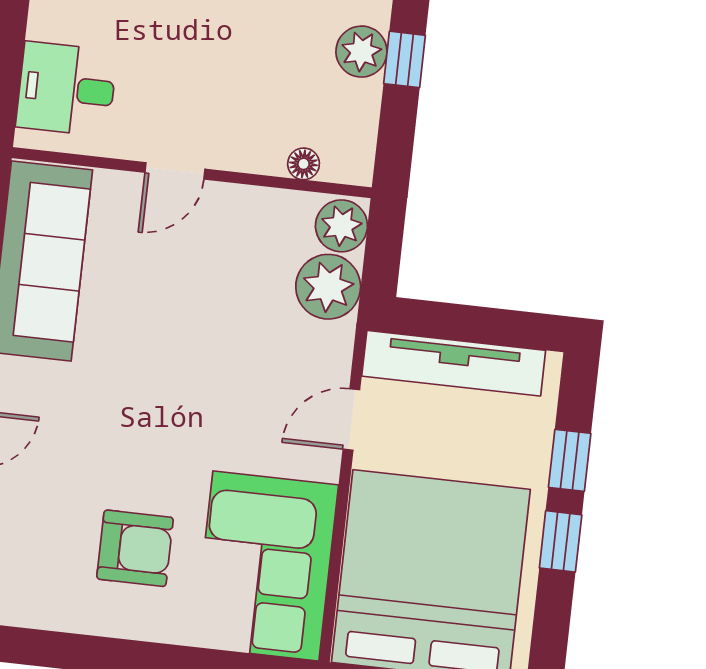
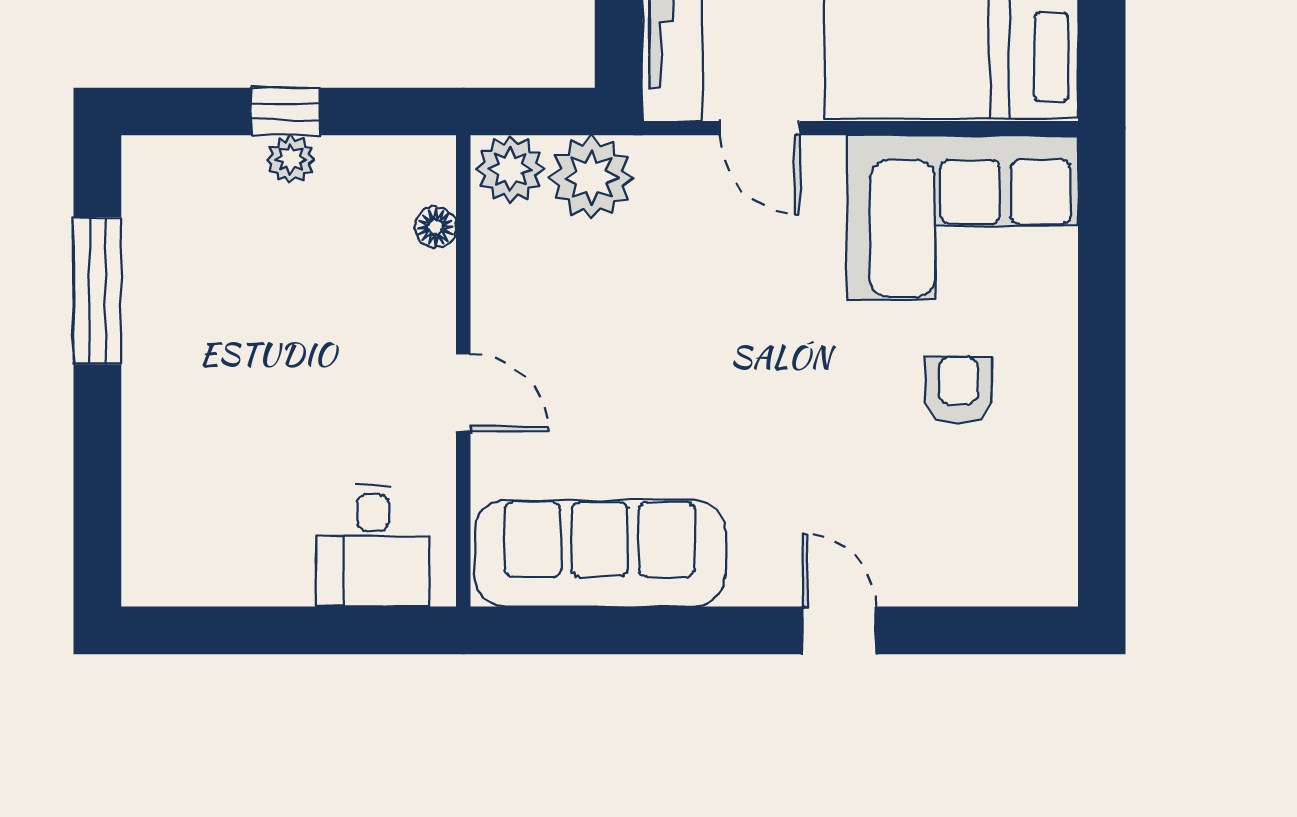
plant: (361, 52) -> (291, 159), width x0.73, depth x0.73
armchair: (135, 548) -> (959, 390), width x0.72, depth x0.72

